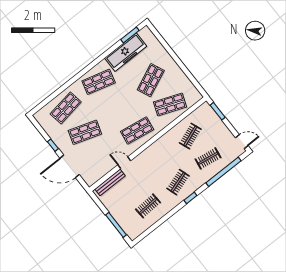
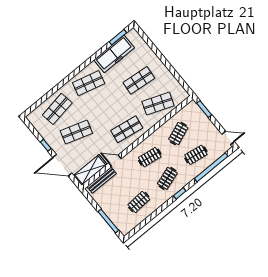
shop shelf: (151, 80) -> (139, 80), turned 30
clothes rail: (160, 160) -> (150, 157), added
shelving: (98, 172) -> (90, 170), added

